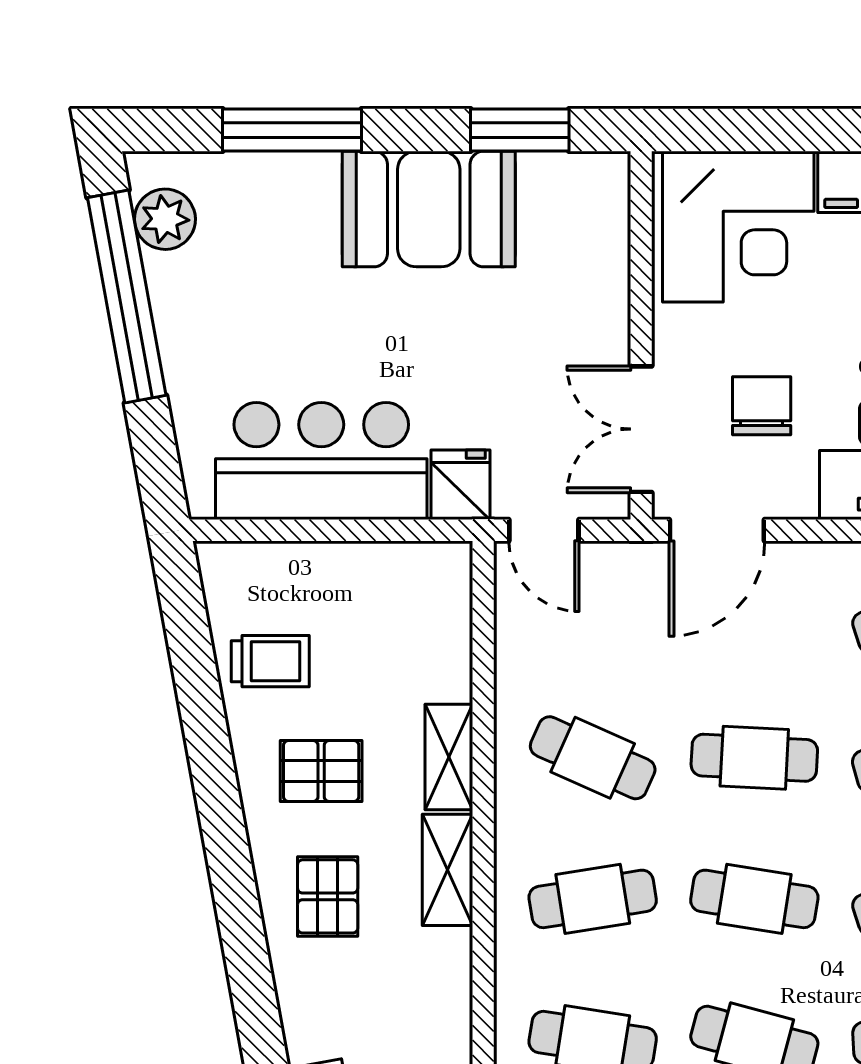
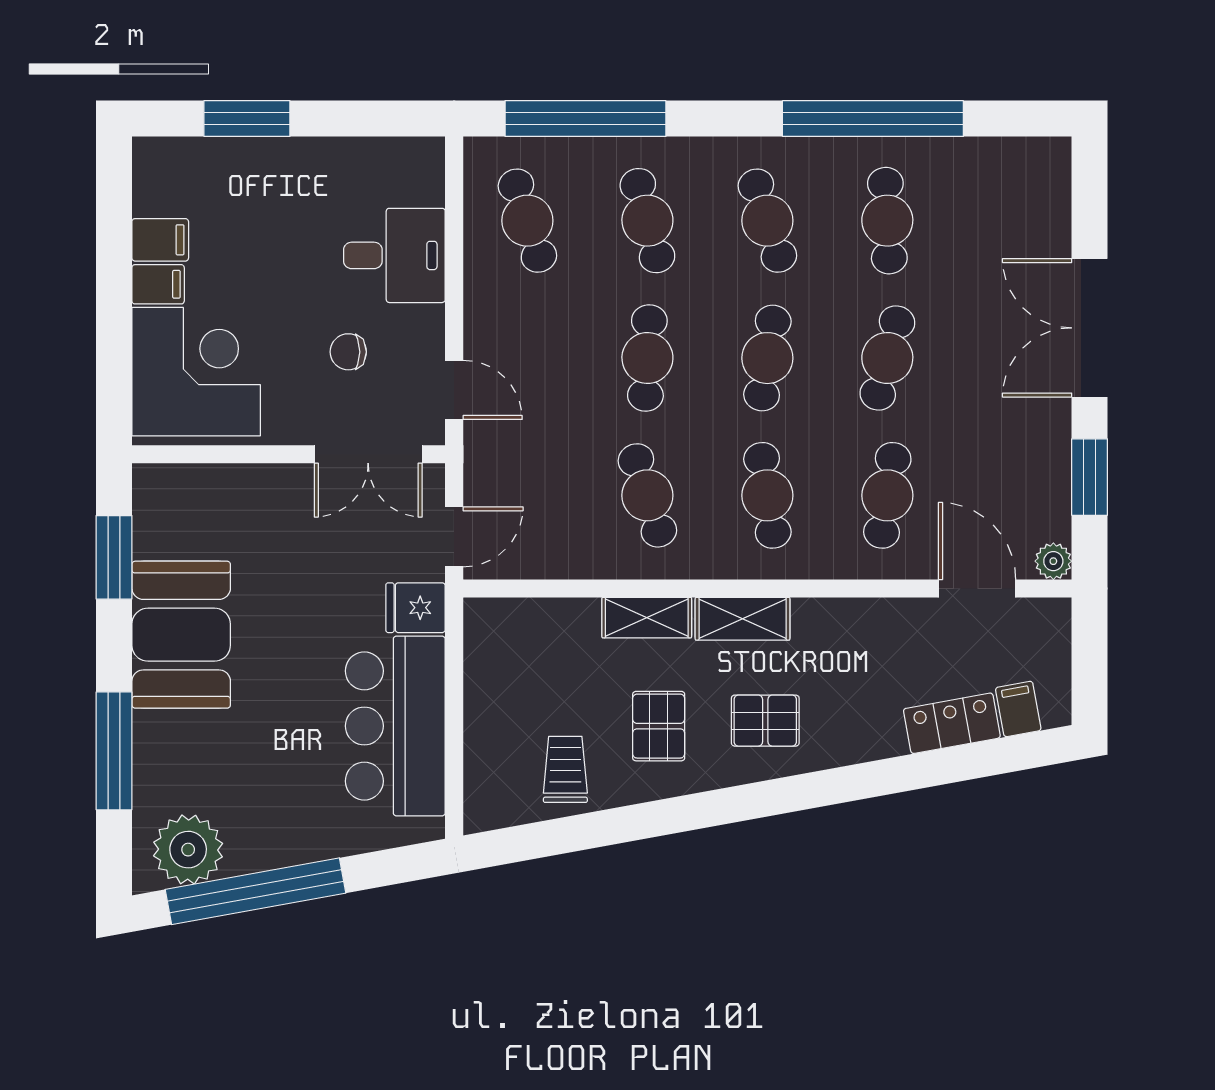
plant: (165, 219) -> (188, 850), width x1.36, depth x1.36
chair: (762, 406) -> (348, 352), width x0.73, depth x0.73
door: (717, 530) -> (454, 390), width x0.73
cafe table: (593, 758) -> (647, 495), turned -42

